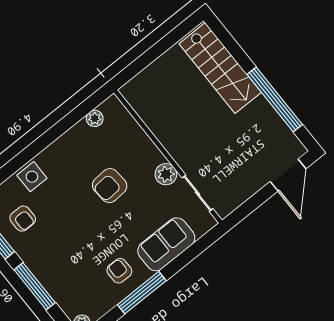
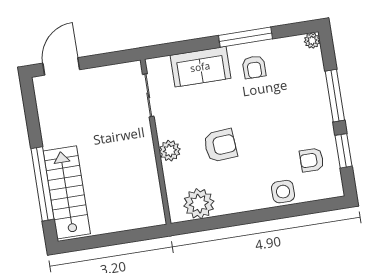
window: (275, 99) -> (42, 184), moved
plant: (95, 118) -> (199, 204), width x1.88, depth x1.88
plant: (166, 174) -> (170, 151), moved
armchair: (23, 219) -> (312, 160), turned -90

